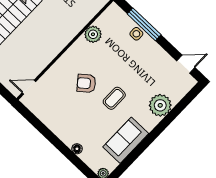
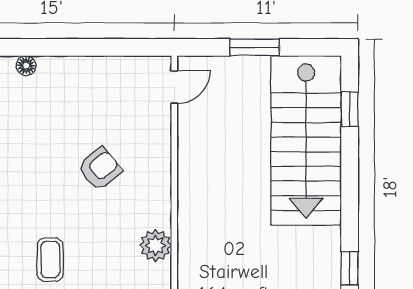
coffee table: (114, 98) -> (50, 260), moved

